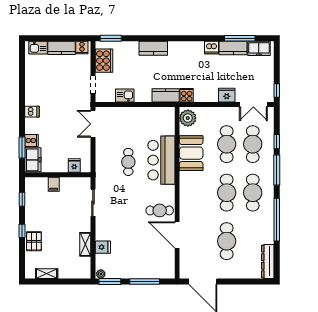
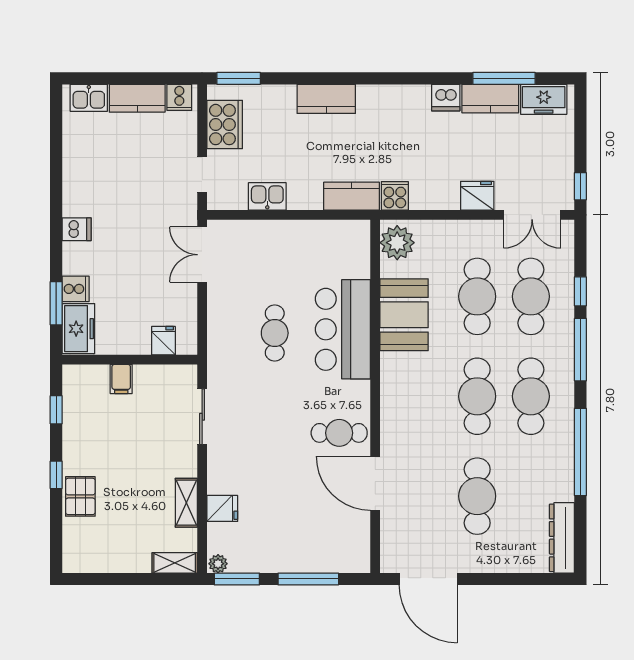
shelving: (47, 274) -> (175, 563), moved

